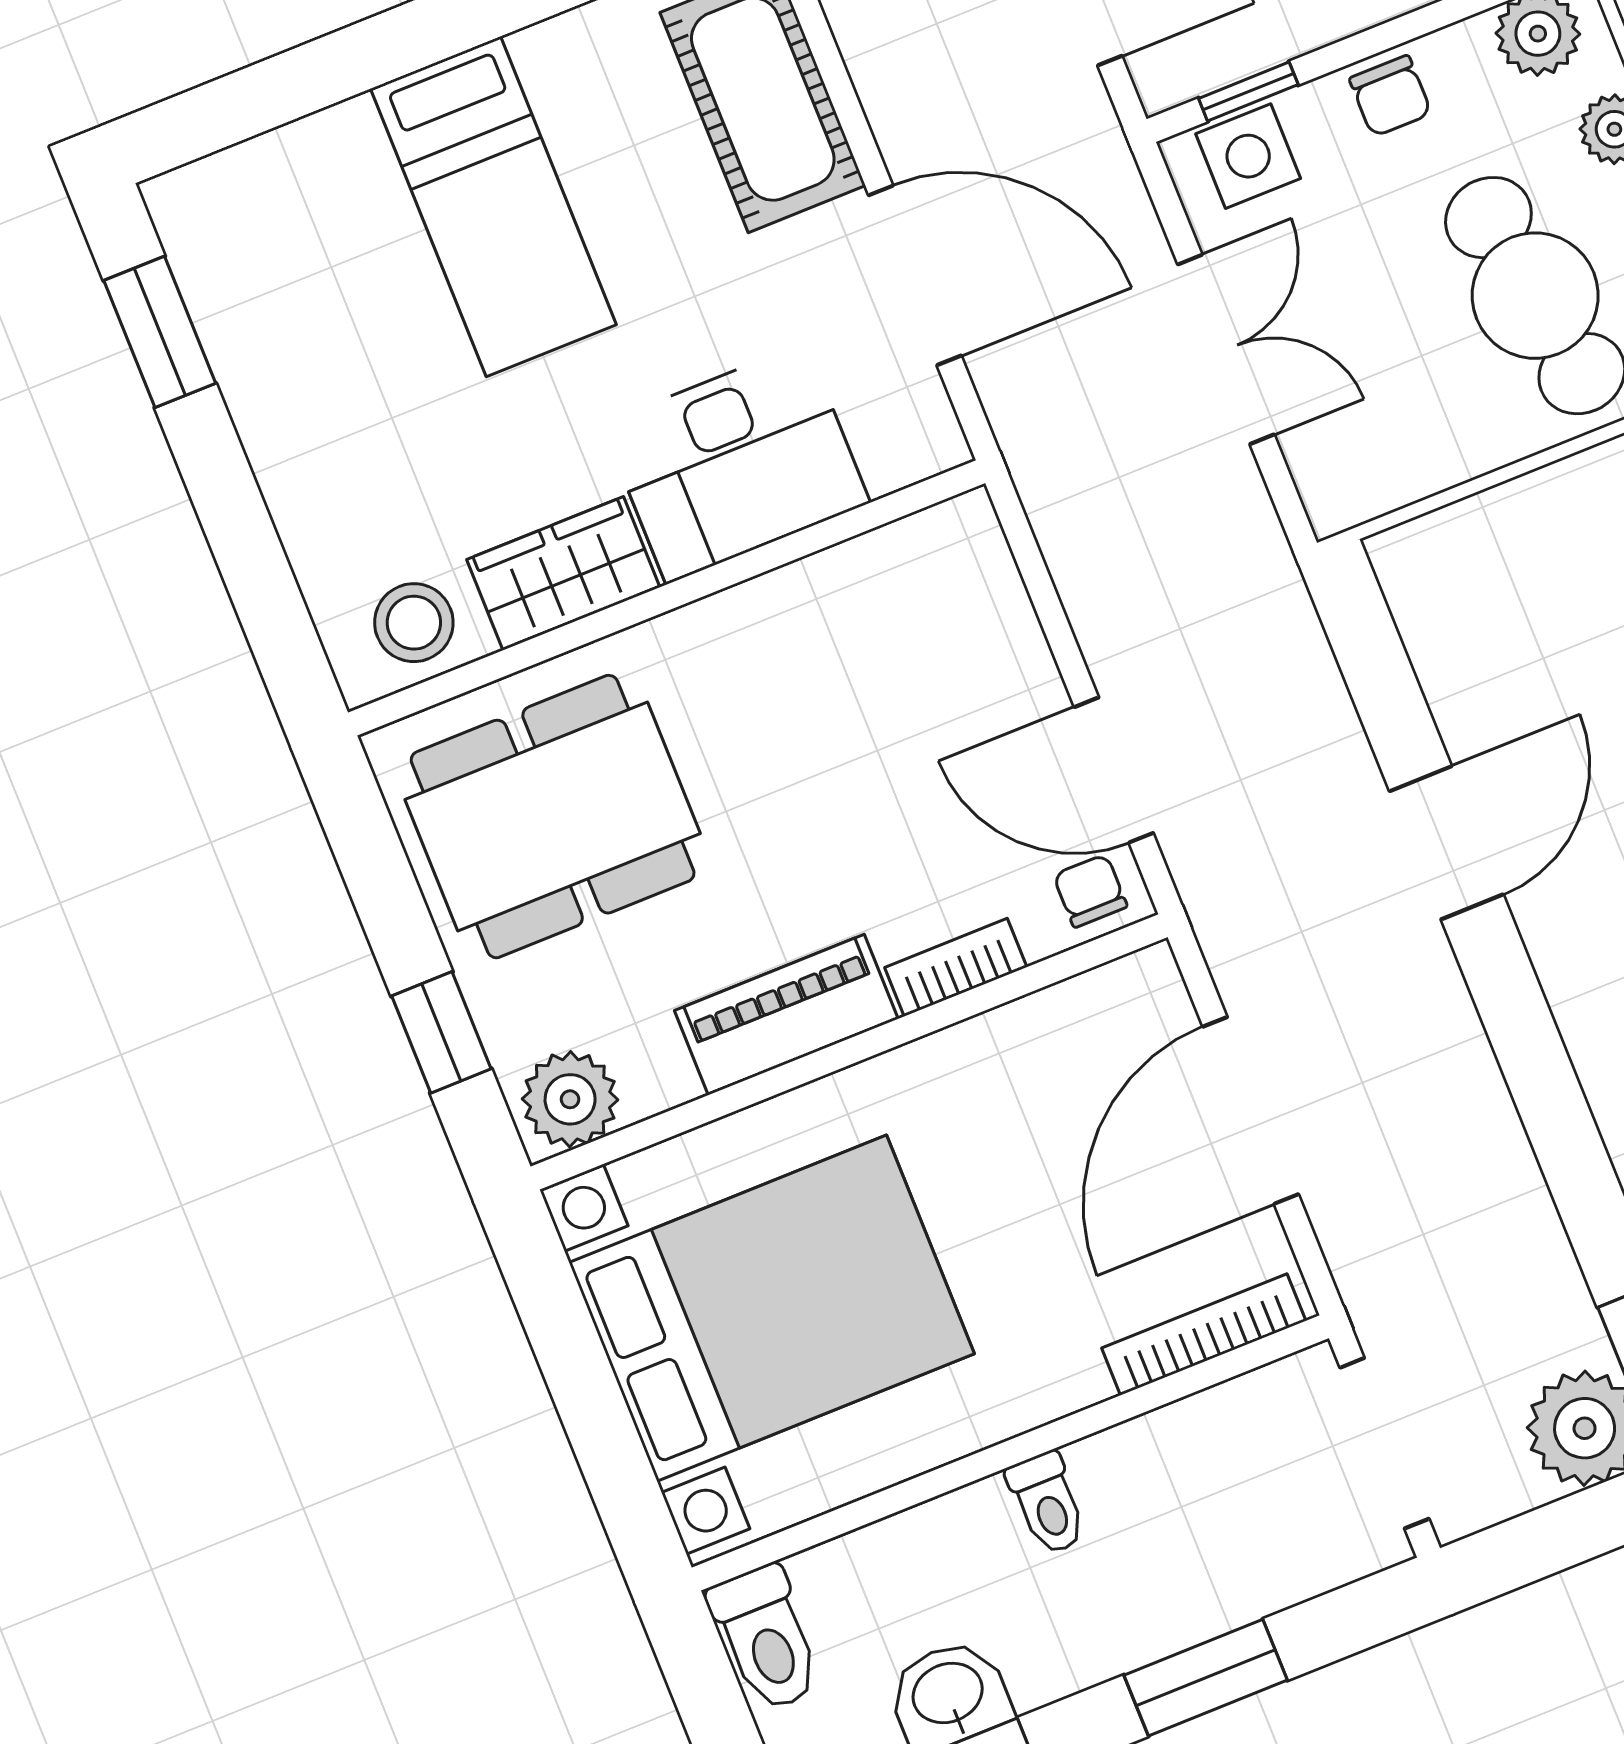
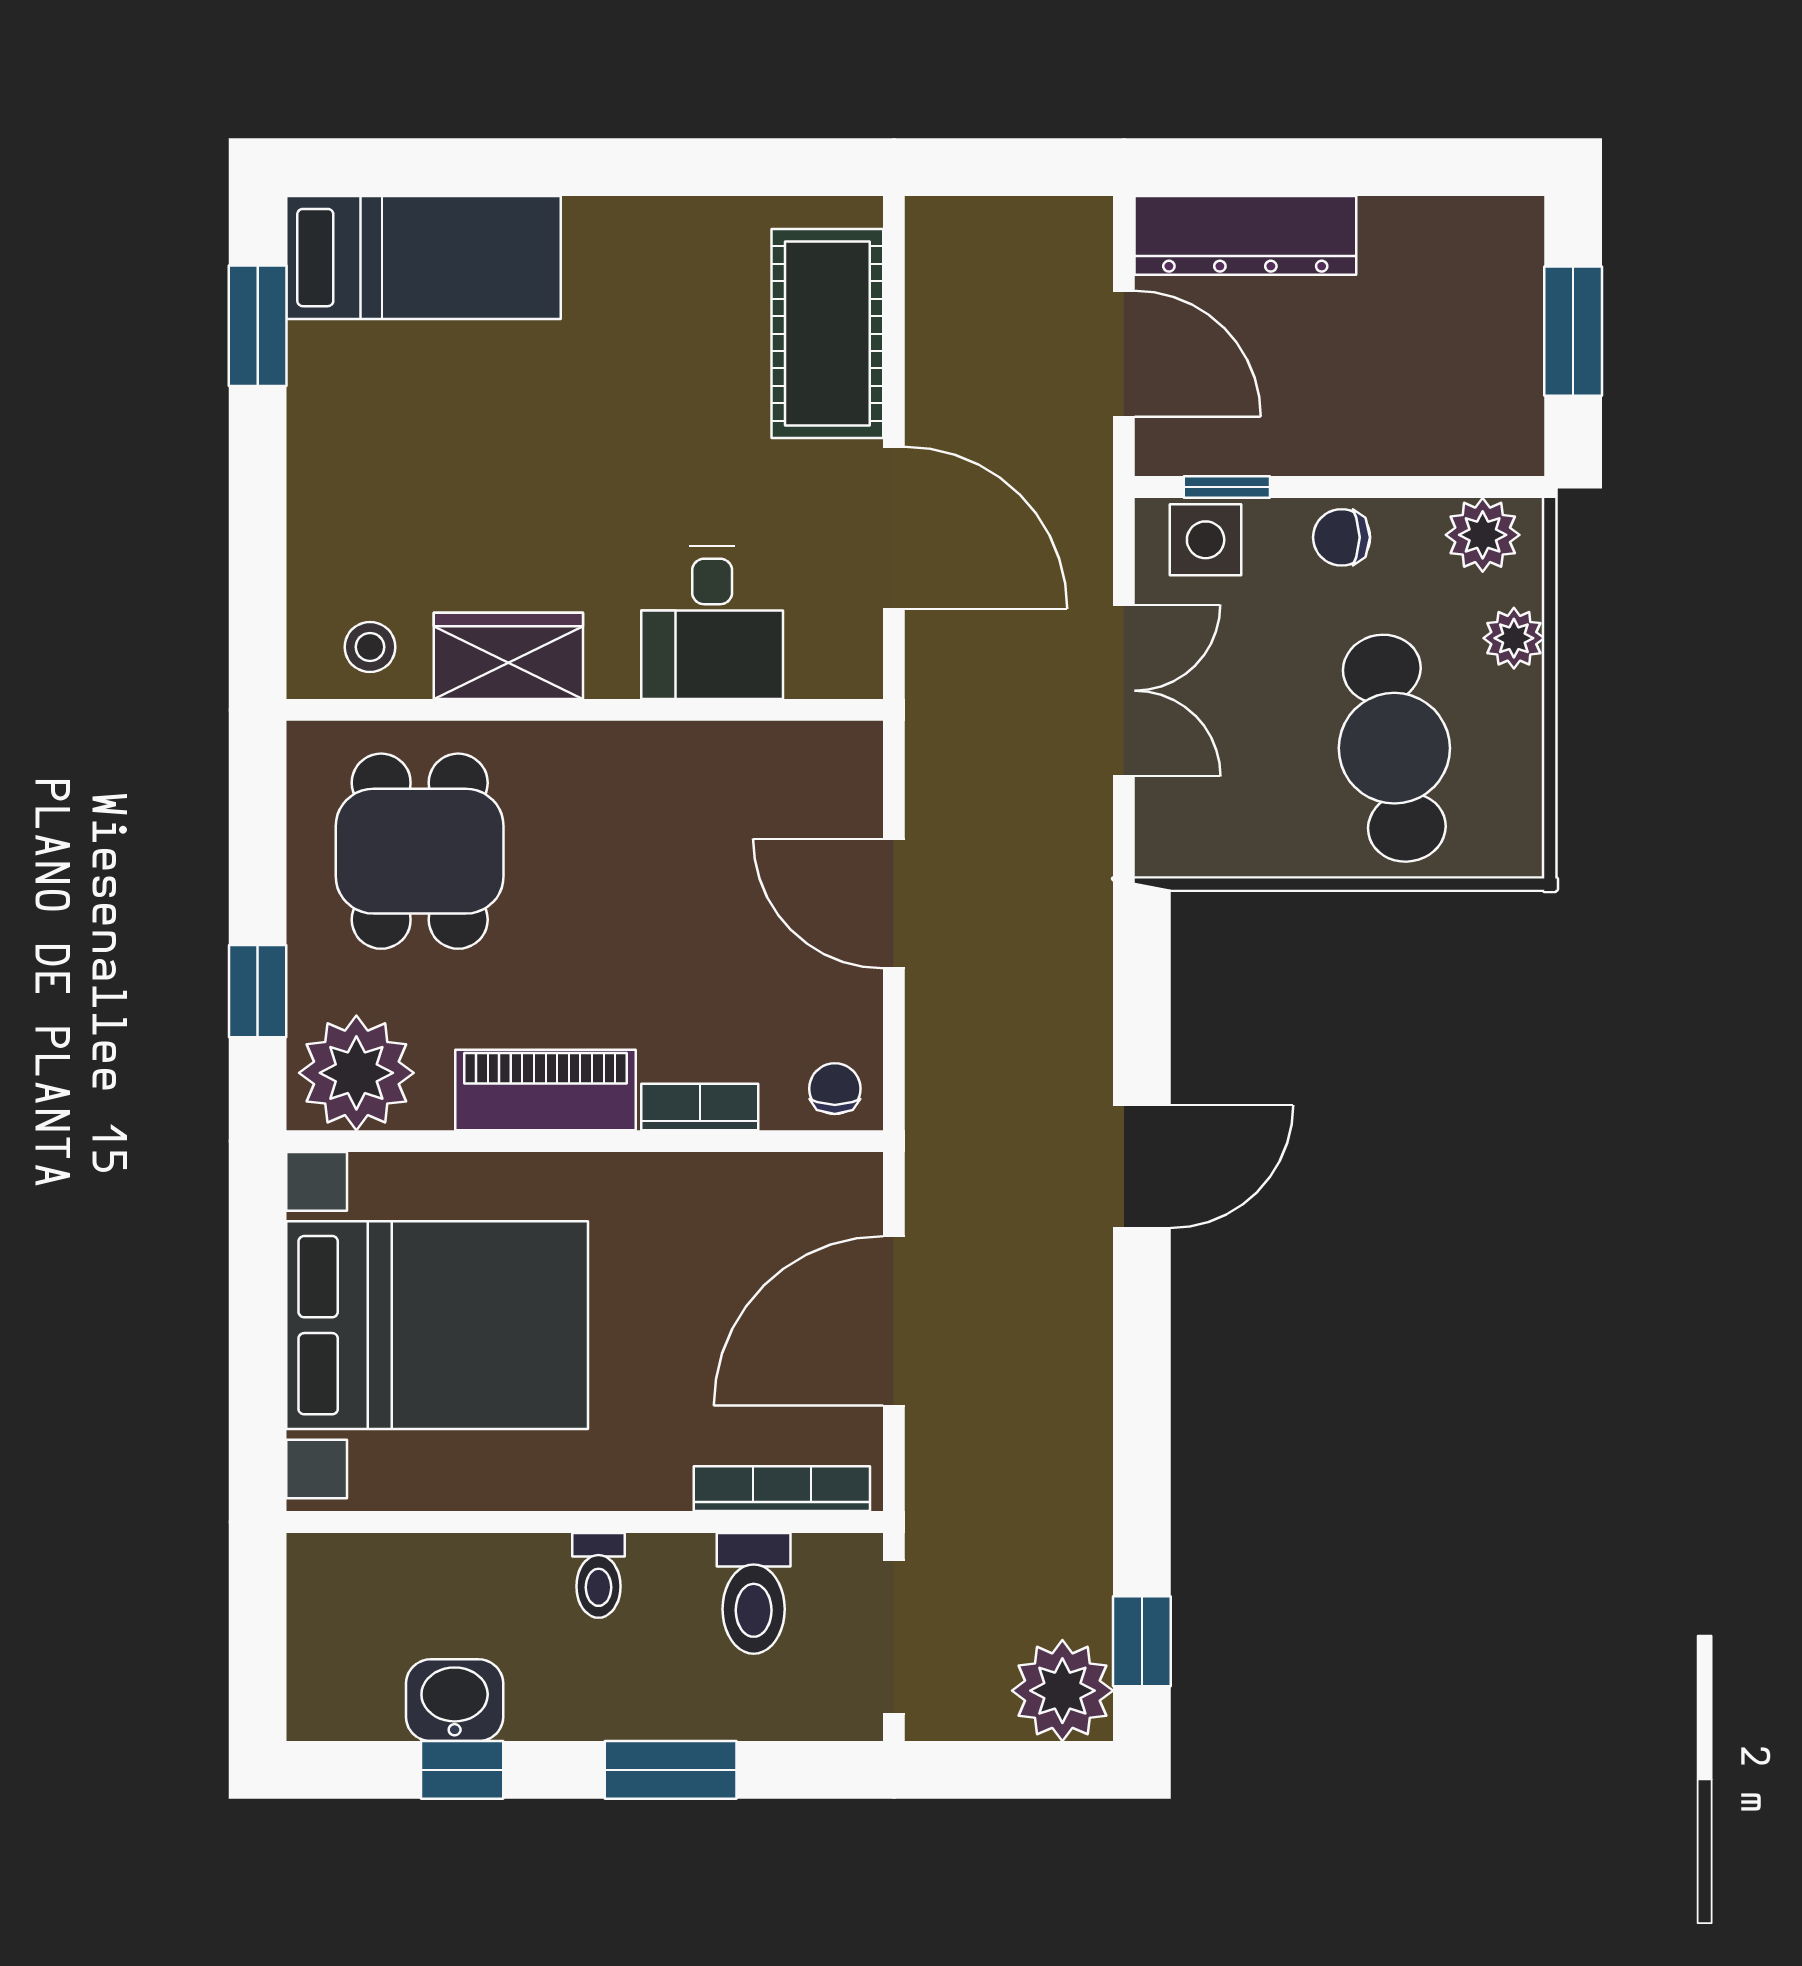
chair: (1390, 96) -> (1342, 537), turned 90
bed: (493, 207) -> (424, 258), moved, turned -90
desk: (736, 463) -> (712, 623), width x0.73
stool: (414, 623) -> (370, 647), width x0.73, depth x0.73
door: (1114, 770) -> (894, 903), moved
dining table: (553, 817) -> (420, 851), width x0.73
plant: (570, 1099) -> (356, 1073), width x1.36, depth x1.36
toilet: (766, 1638) -> (754, 1593), moved

